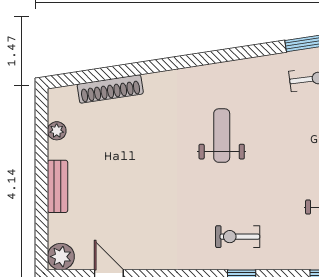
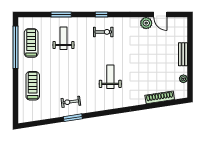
weight bench: (222, 136) -> (110, 77), turned 180
plant: (61, 257) -> (146, 23), moved

